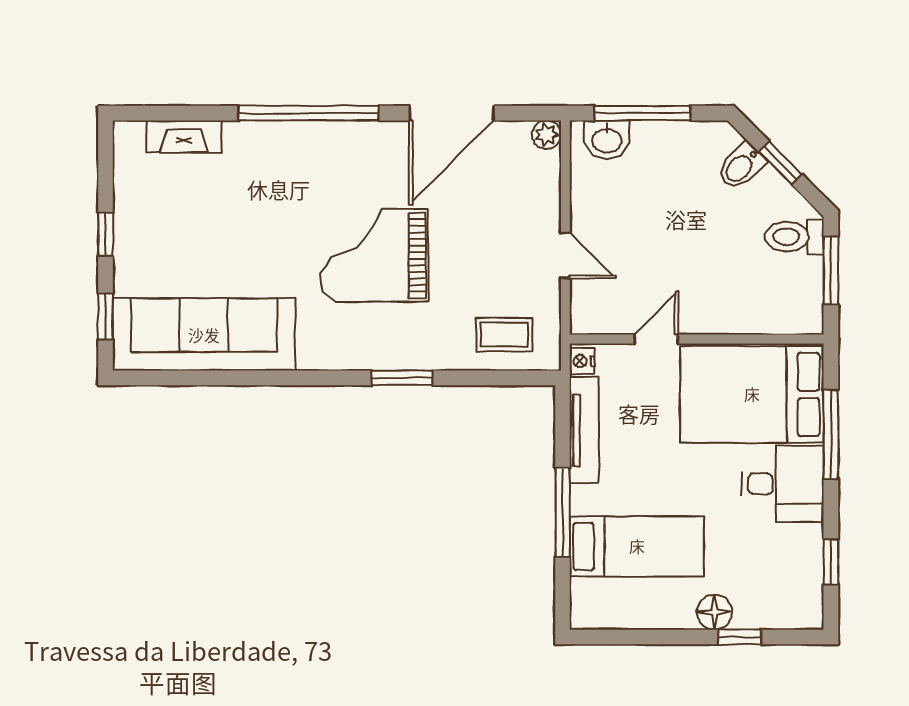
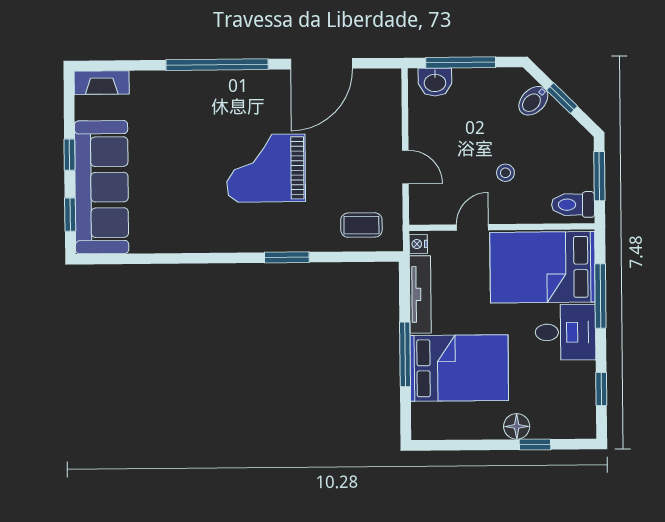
plant: (547, 135) -> (391, 79), removed
fireplace: (184, 136) -> (102, 83), moved
toilet: (794, 237) -> (573, 205), moved
stool: (702, 265) -> (505, 173), added
sofa: (204, 335) -> (102, 187), moved, turned 90
bed: (637, 546) -> (459, 368), width x1.50

